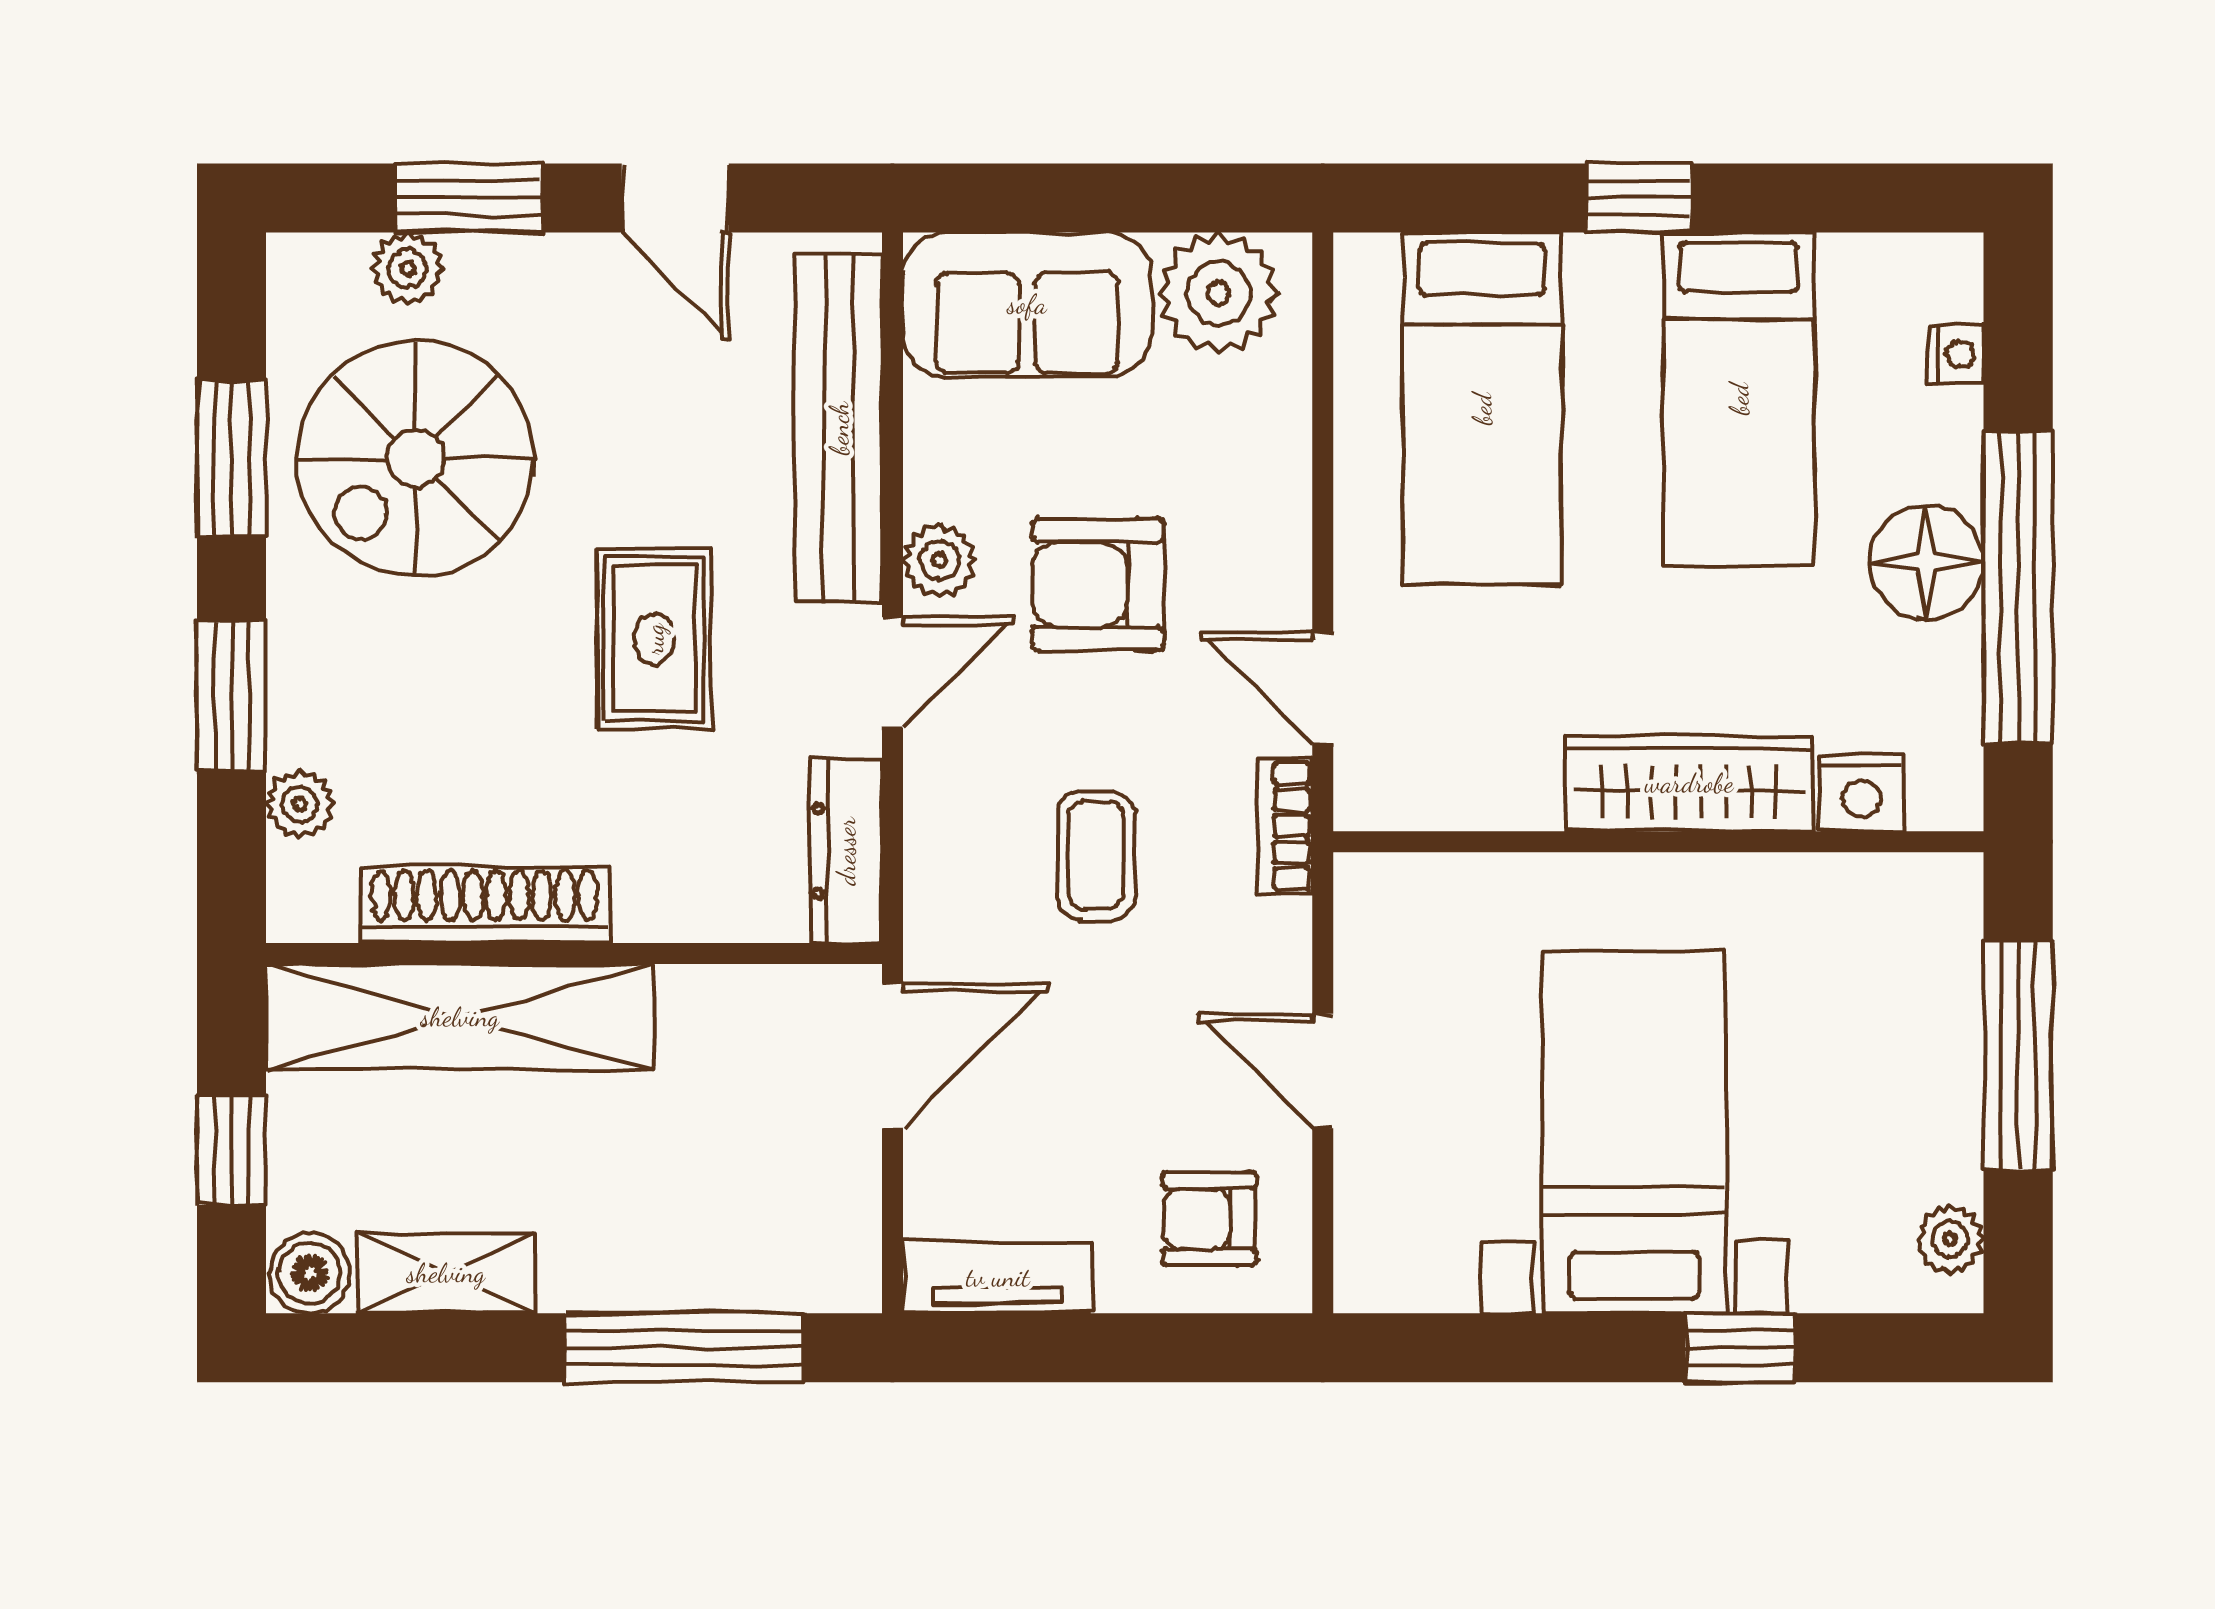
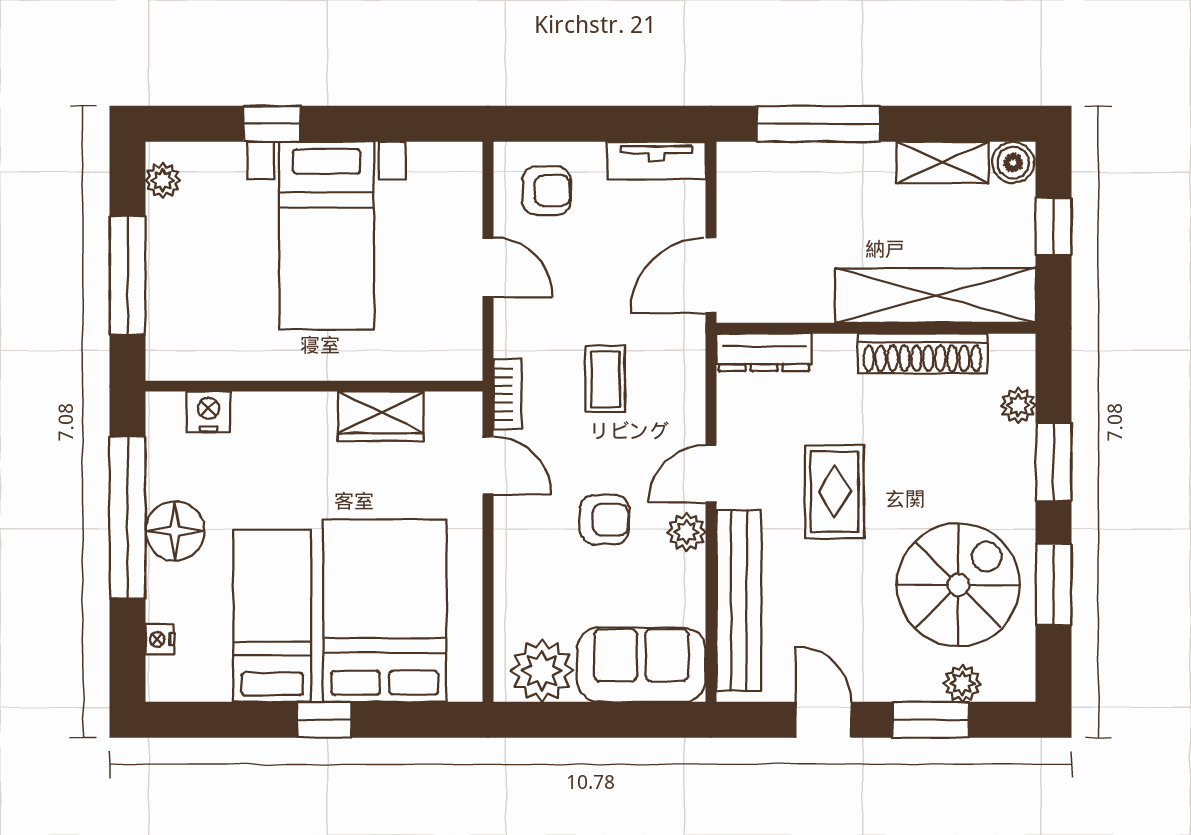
bed: (1482, 409) -> (385, 611), width x1.50
armchair: (1098, 584) -> (604, 520), width x0.72, depth x0.72
wardrobe: (1689, 783) -> (381, 416), moved, width x0.67
dresser: (846, 851) -> (764, 352), moved, turned 90

